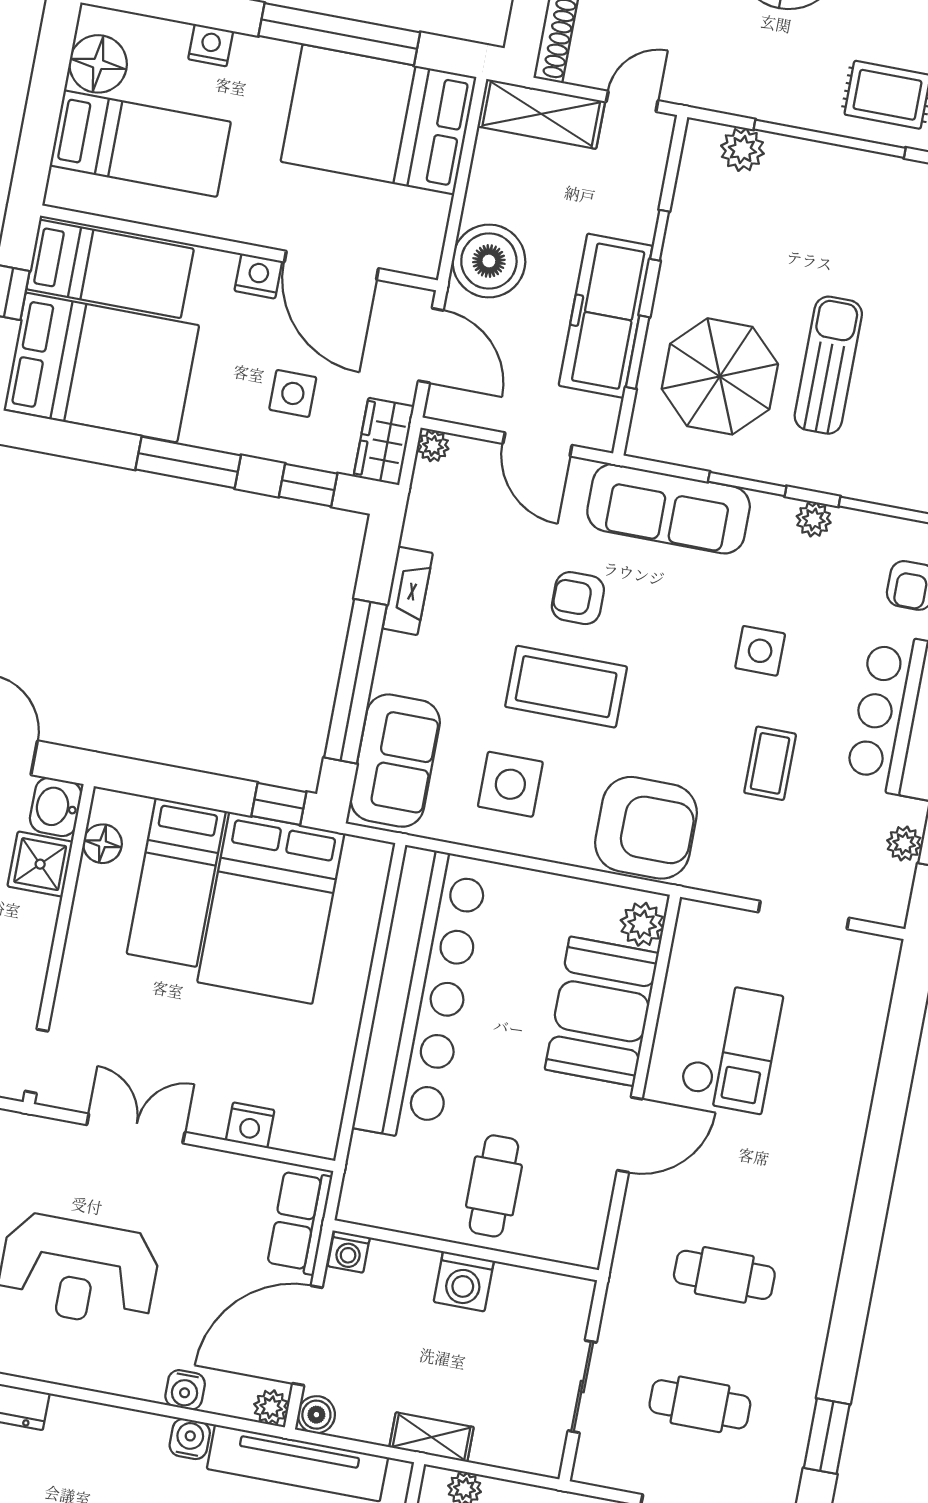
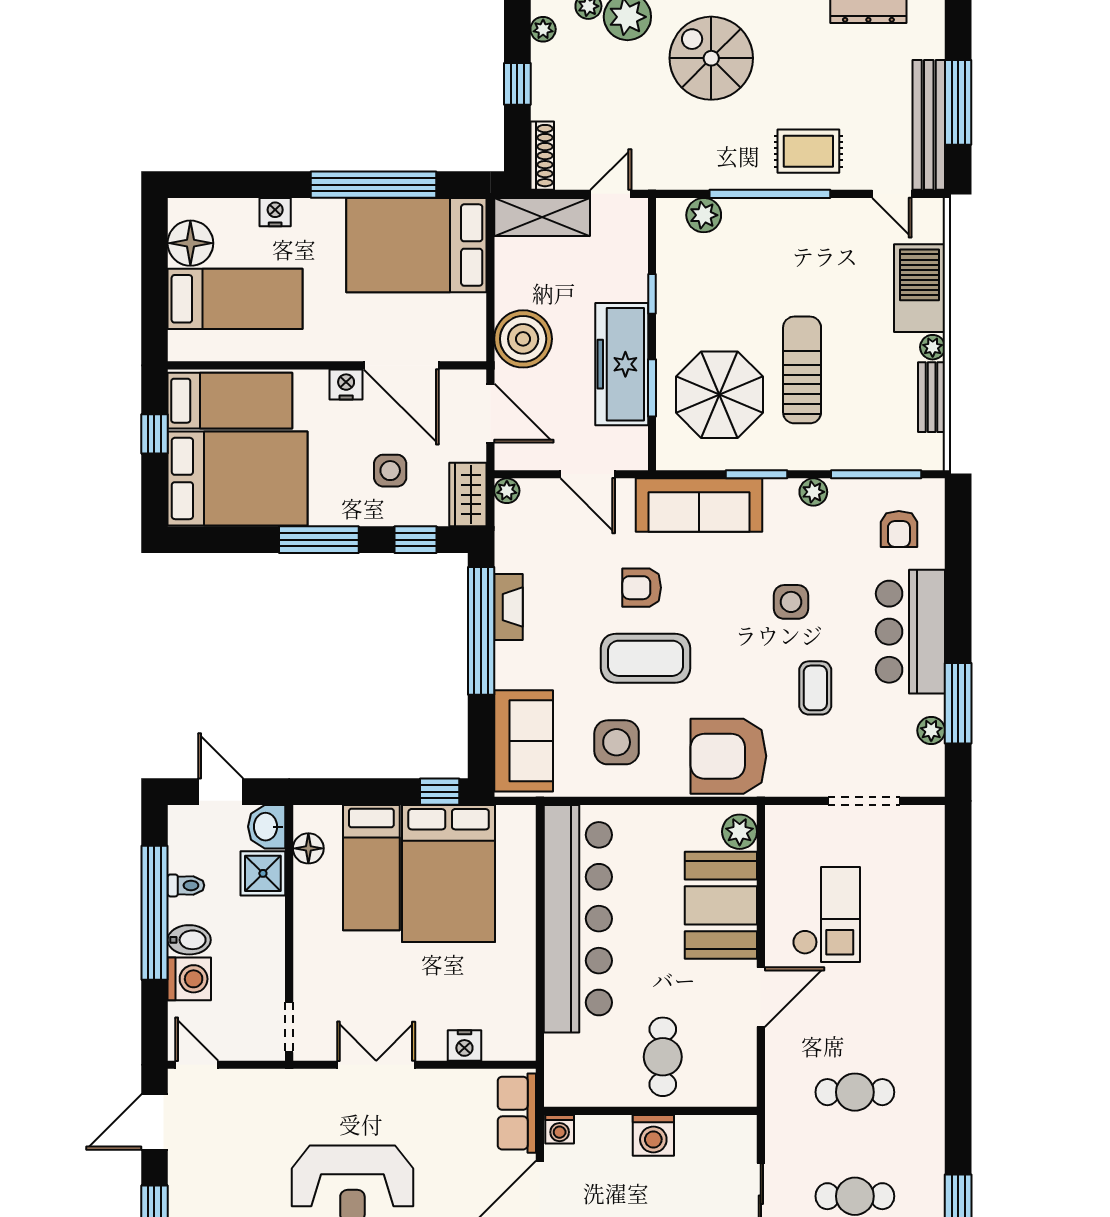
window: (355, 681) -> (481, 631), moved
armchair: (646, 828) -> (728, 756), turned 180

